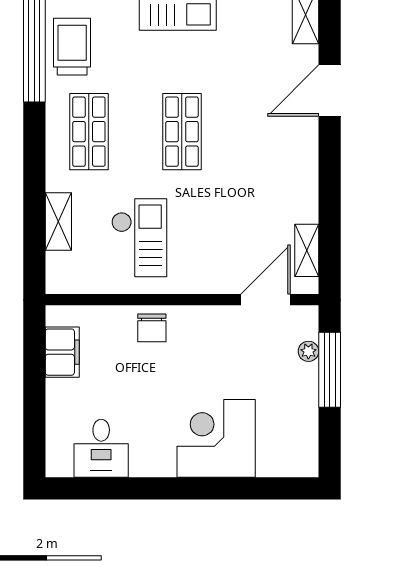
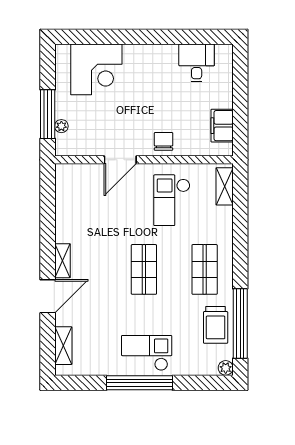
shelving: (58, 221) -> (225, 186), moved
shelving: (307, 250) -> (62, 261), moved
door: (266, 300) -> (120, 160), moved
corner desk: (216, 438) -> (96, 69), moved

